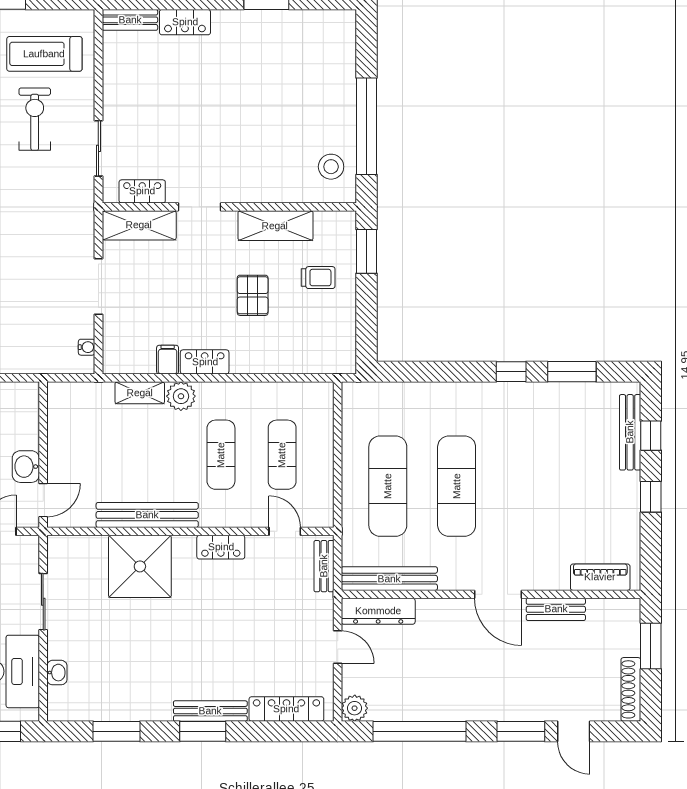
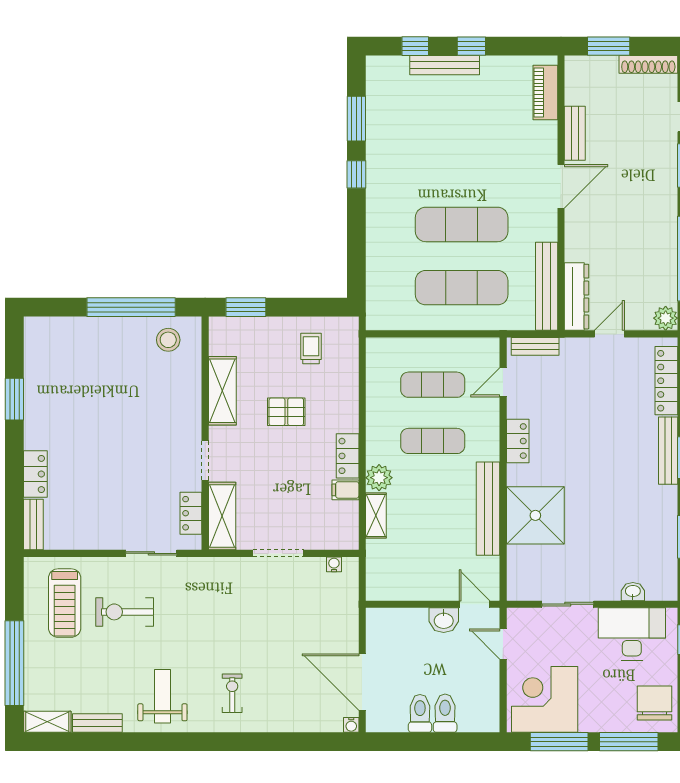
trolley: (318, 278) -> (311, 348), moved
bench: (630, 432) -> (445, 65), moved

